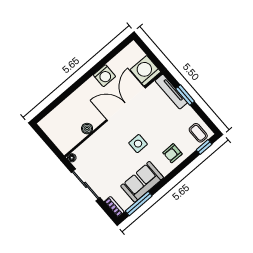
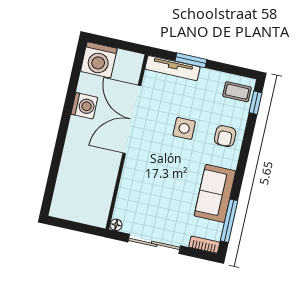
washing machine: (145, 71) -> (99, 60), moved, turned -90
boiler: (87, 129) -> (109, 180), removed
side table: (138, 144) -> (184, 128), moved

